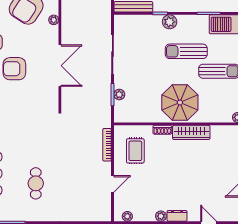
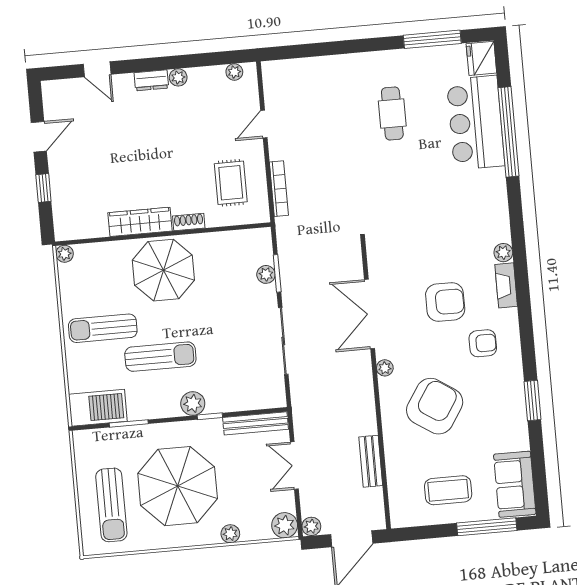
plant: (54, 20) -> (385, 368), moved

